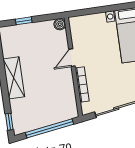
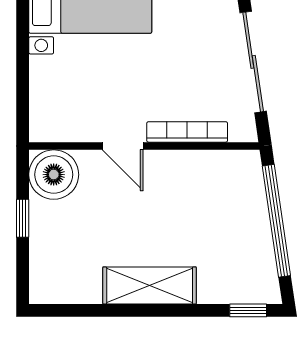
window: (24, 21) -> (23, 218), moved
boiler: (60, 24) -> (54, 175), width x1.86, depth x1.86

